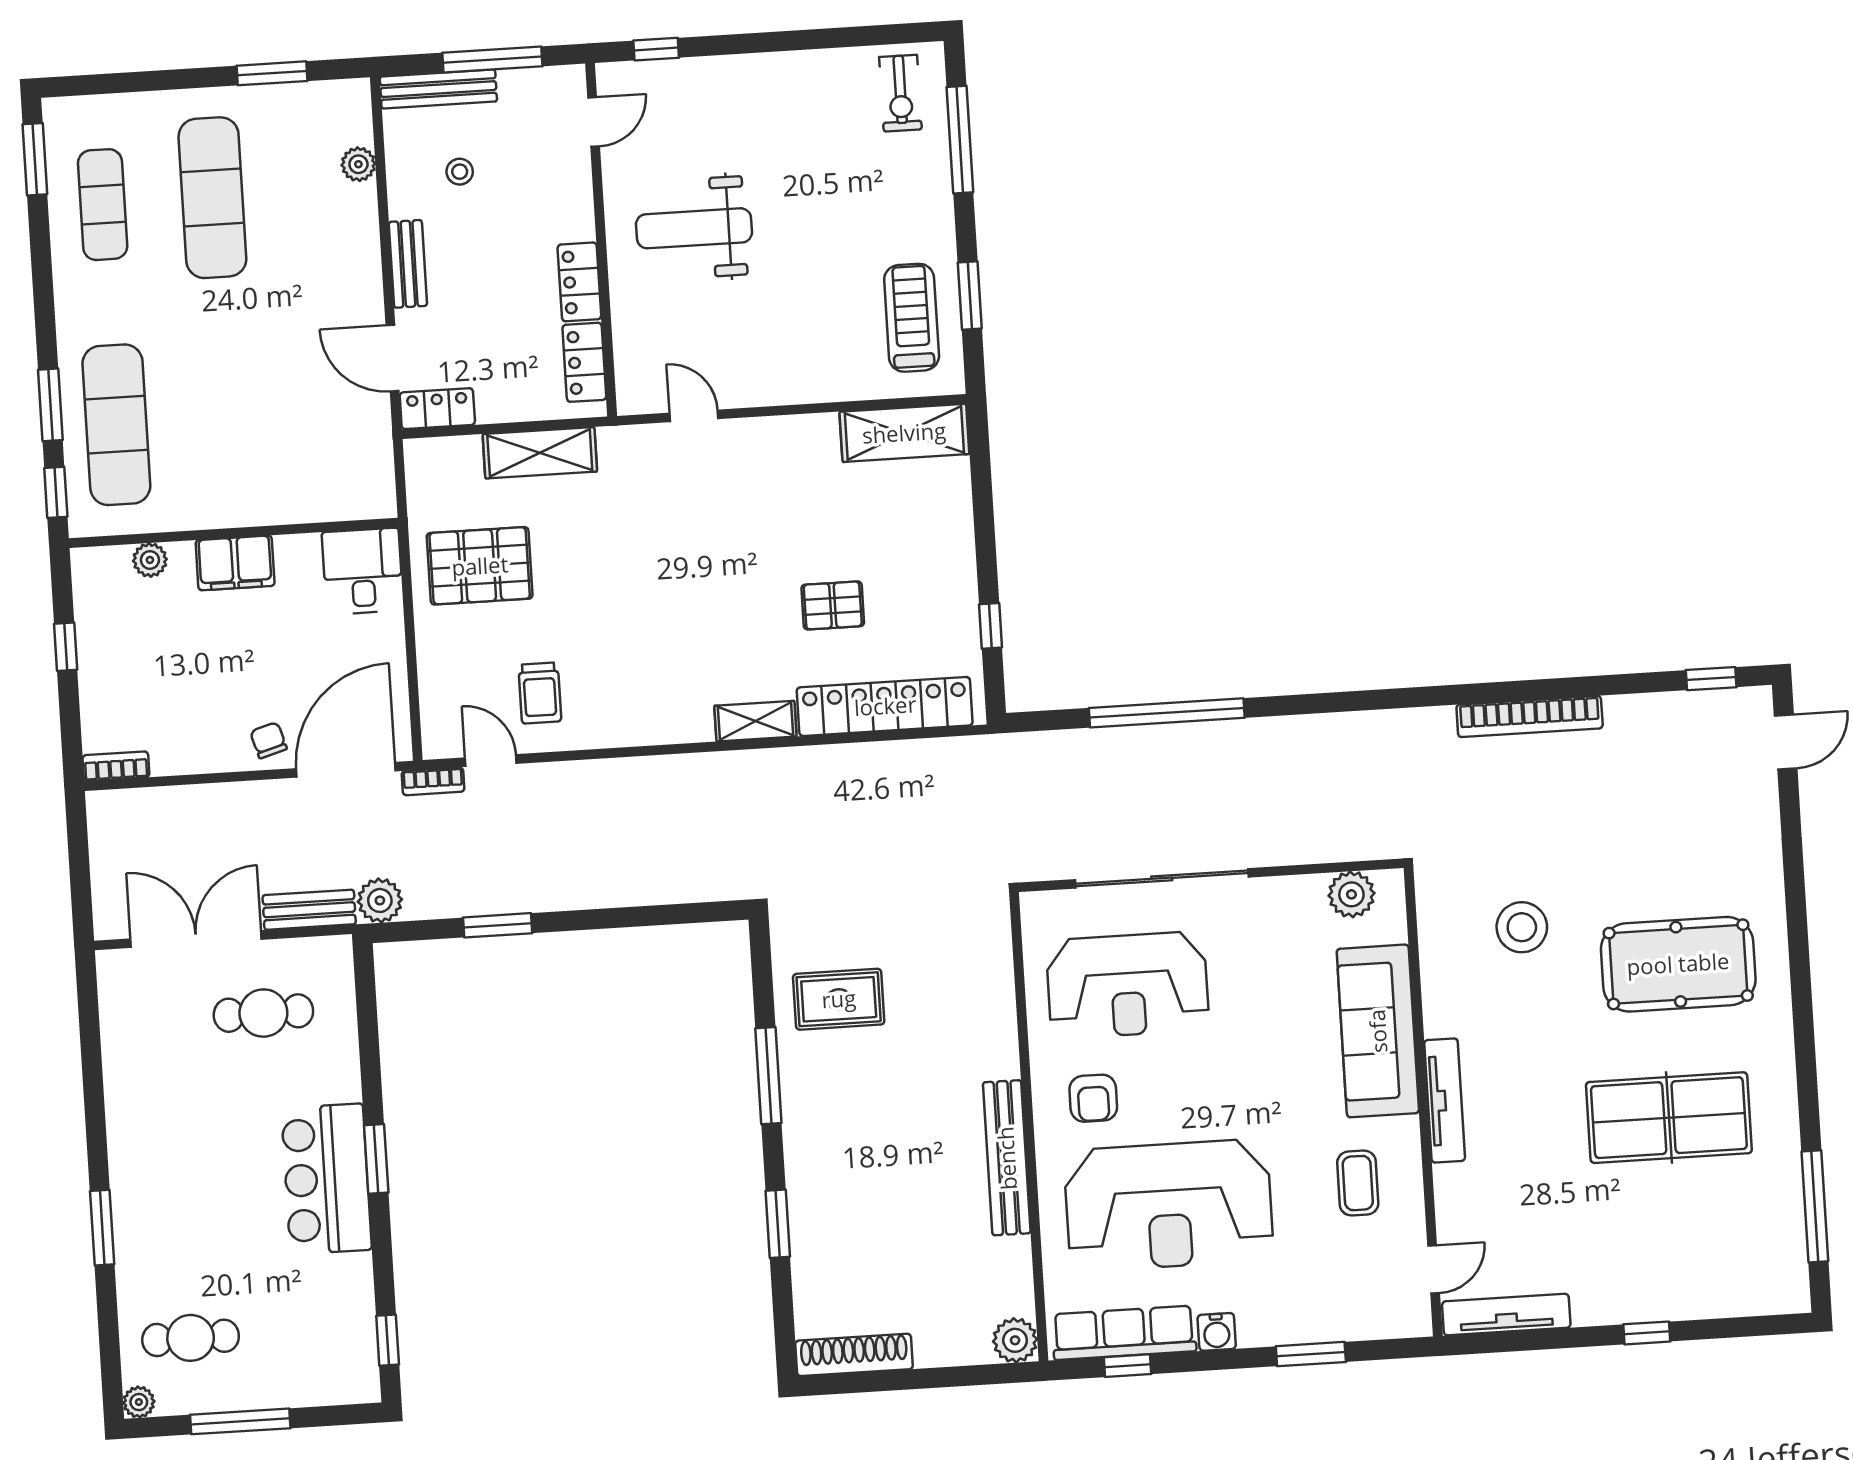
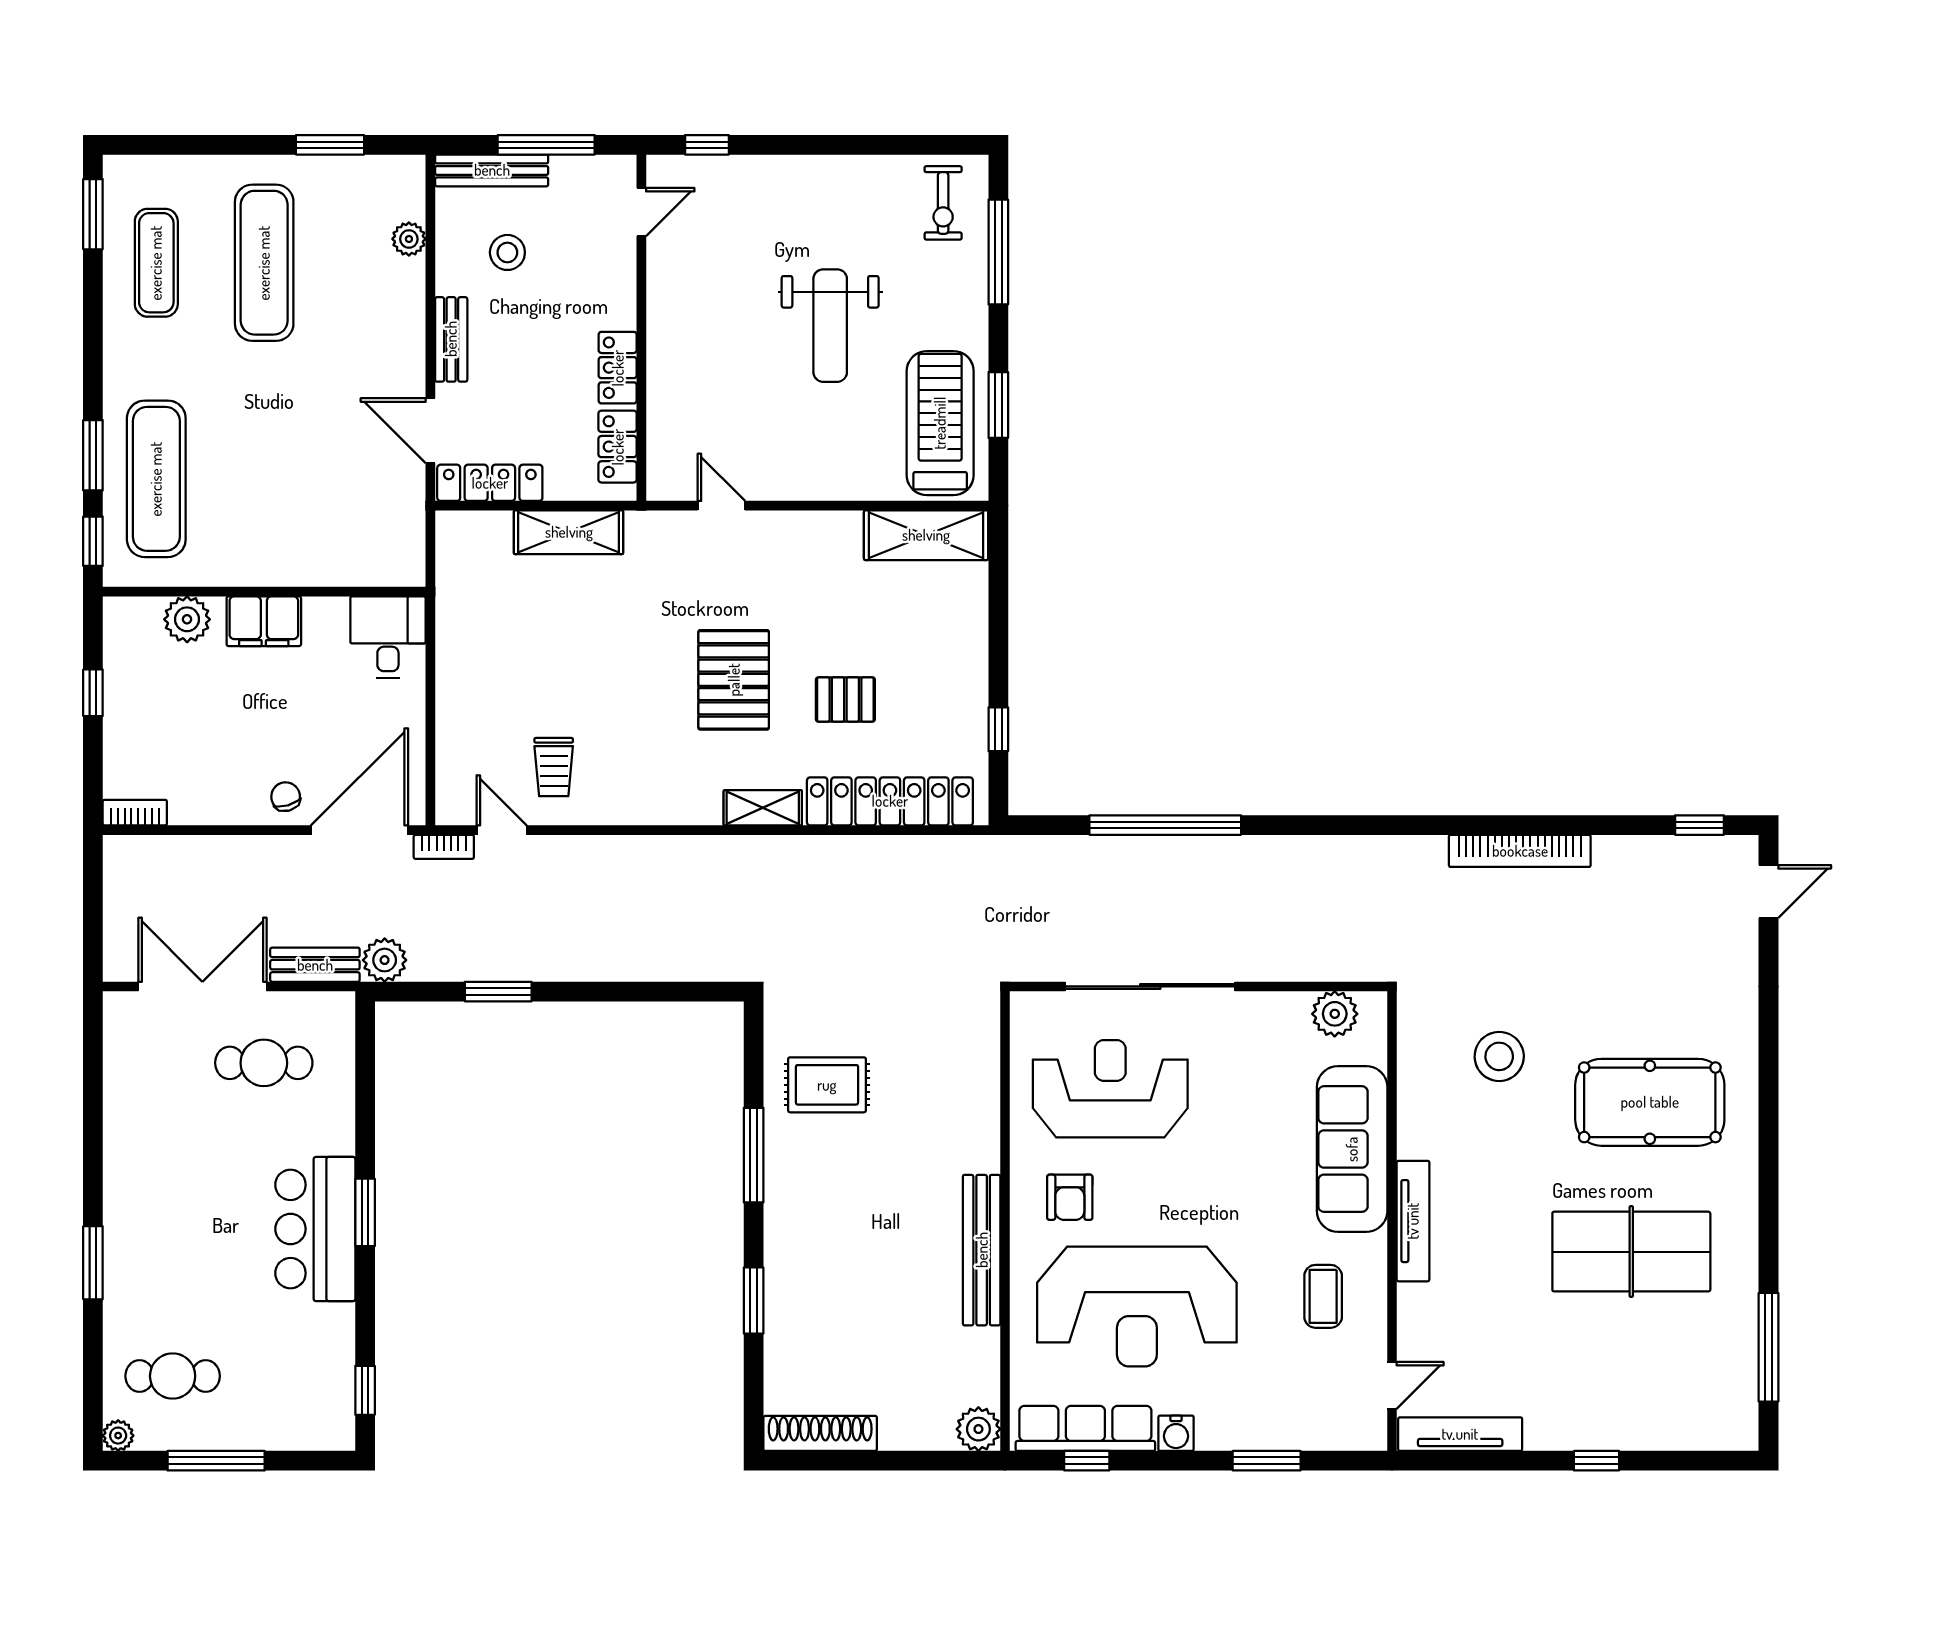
stool: (460, 172) -> (507, 252), width x1.37, depth x1.37
weight bench: (694, 228) -> (830, 326), moved, turned -90
treadmill: (912, 318) -> (940, 423), width x1.37, depth x1.38
locker: (437, 409) -> (490, 483), width x1.53
plant: (150, 560) -> (187, 619), width x1.38, depth x1.38
pallet: (480, 566) -> (734, 680), moved, turned 90
reception desk: (1128, 985) -> (1110, 1089), turned 180

